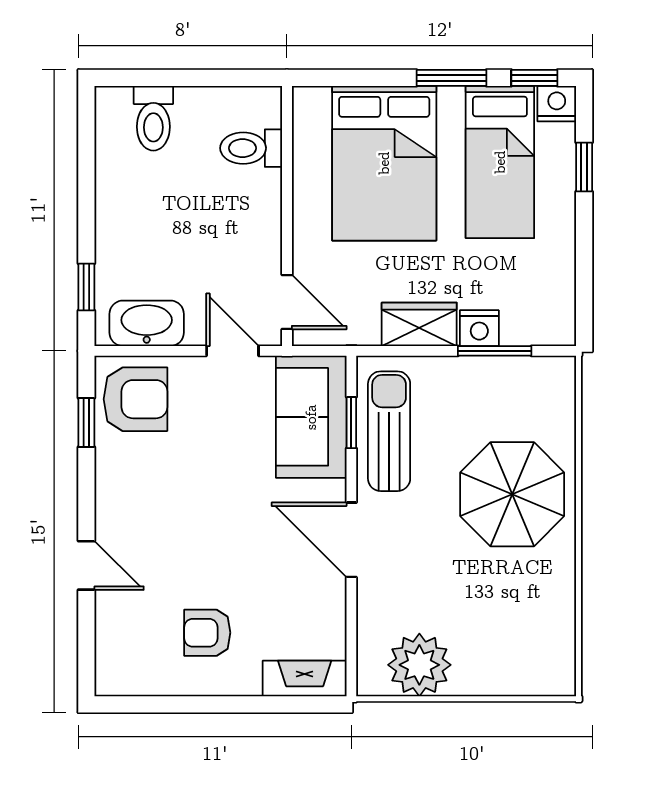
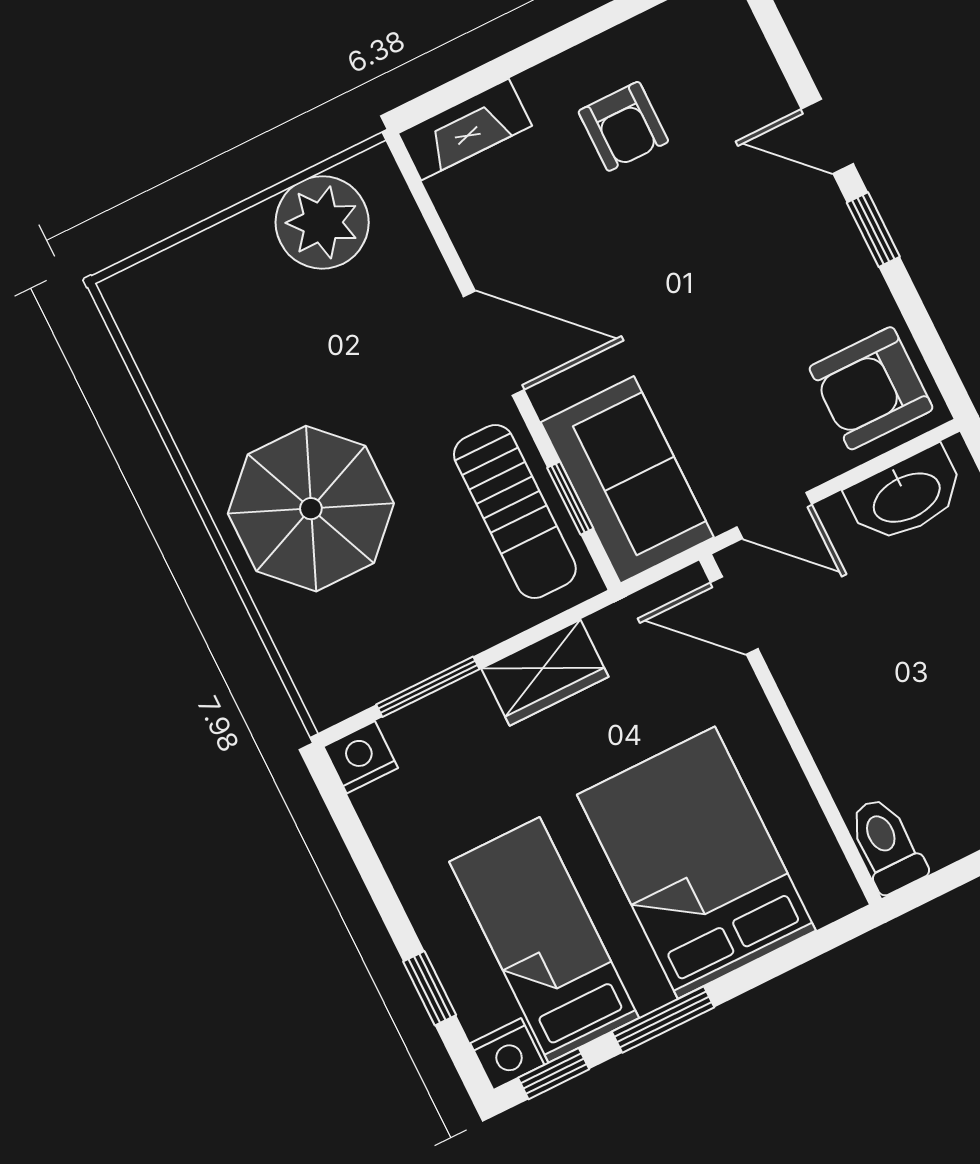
toilet: (251, 148) -> (886, 845), moved, turned -90
nightstand: (479, 328) -> (361, 757), moved
window: (86, 423) -> (873, 230), moved
armchair: (207, 633) -> (623, 126), turned 90

